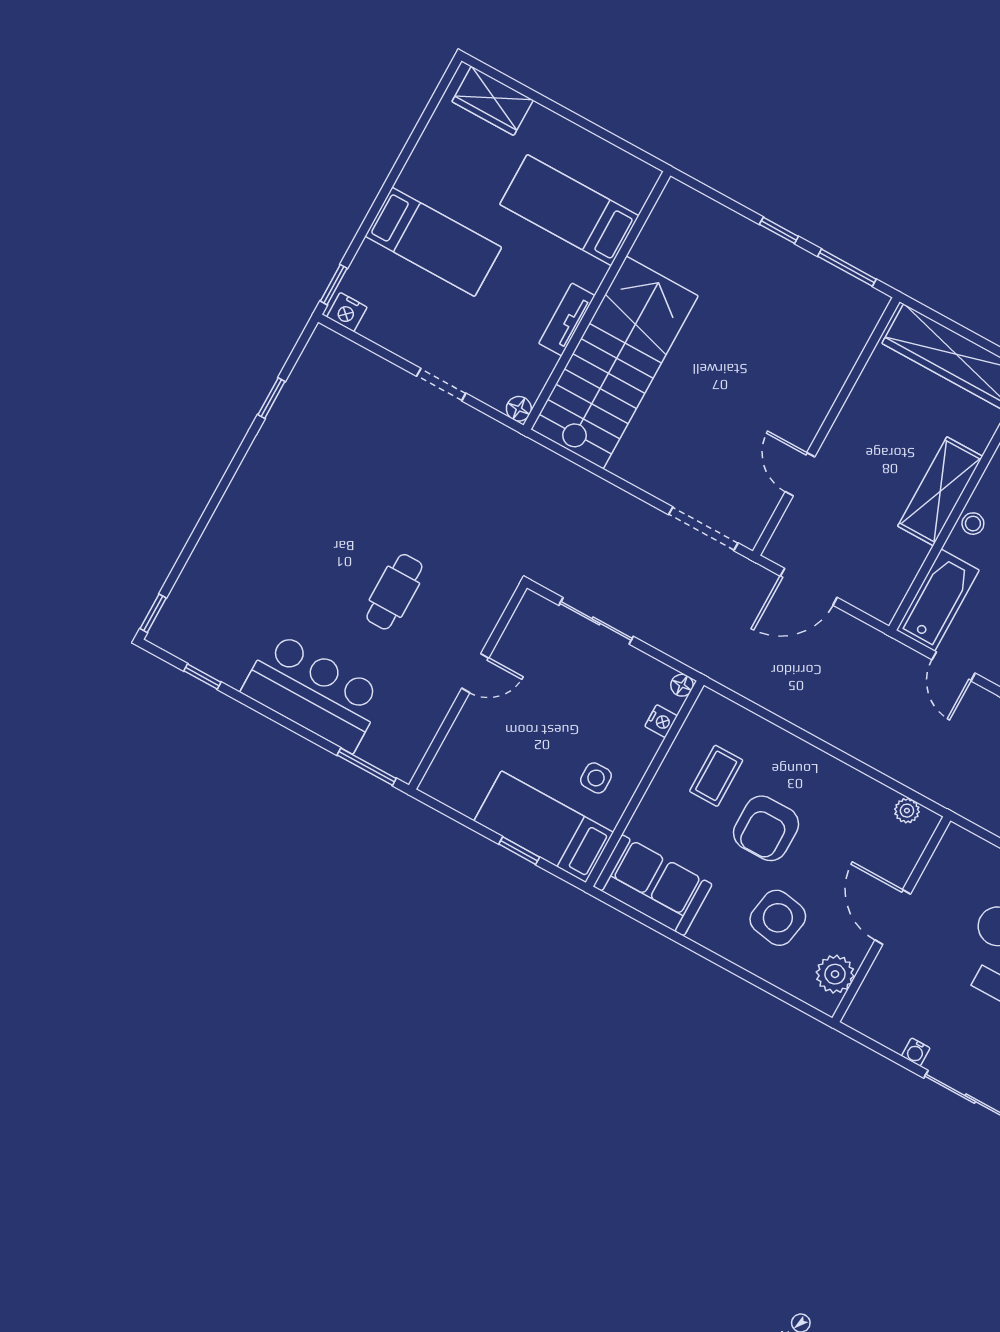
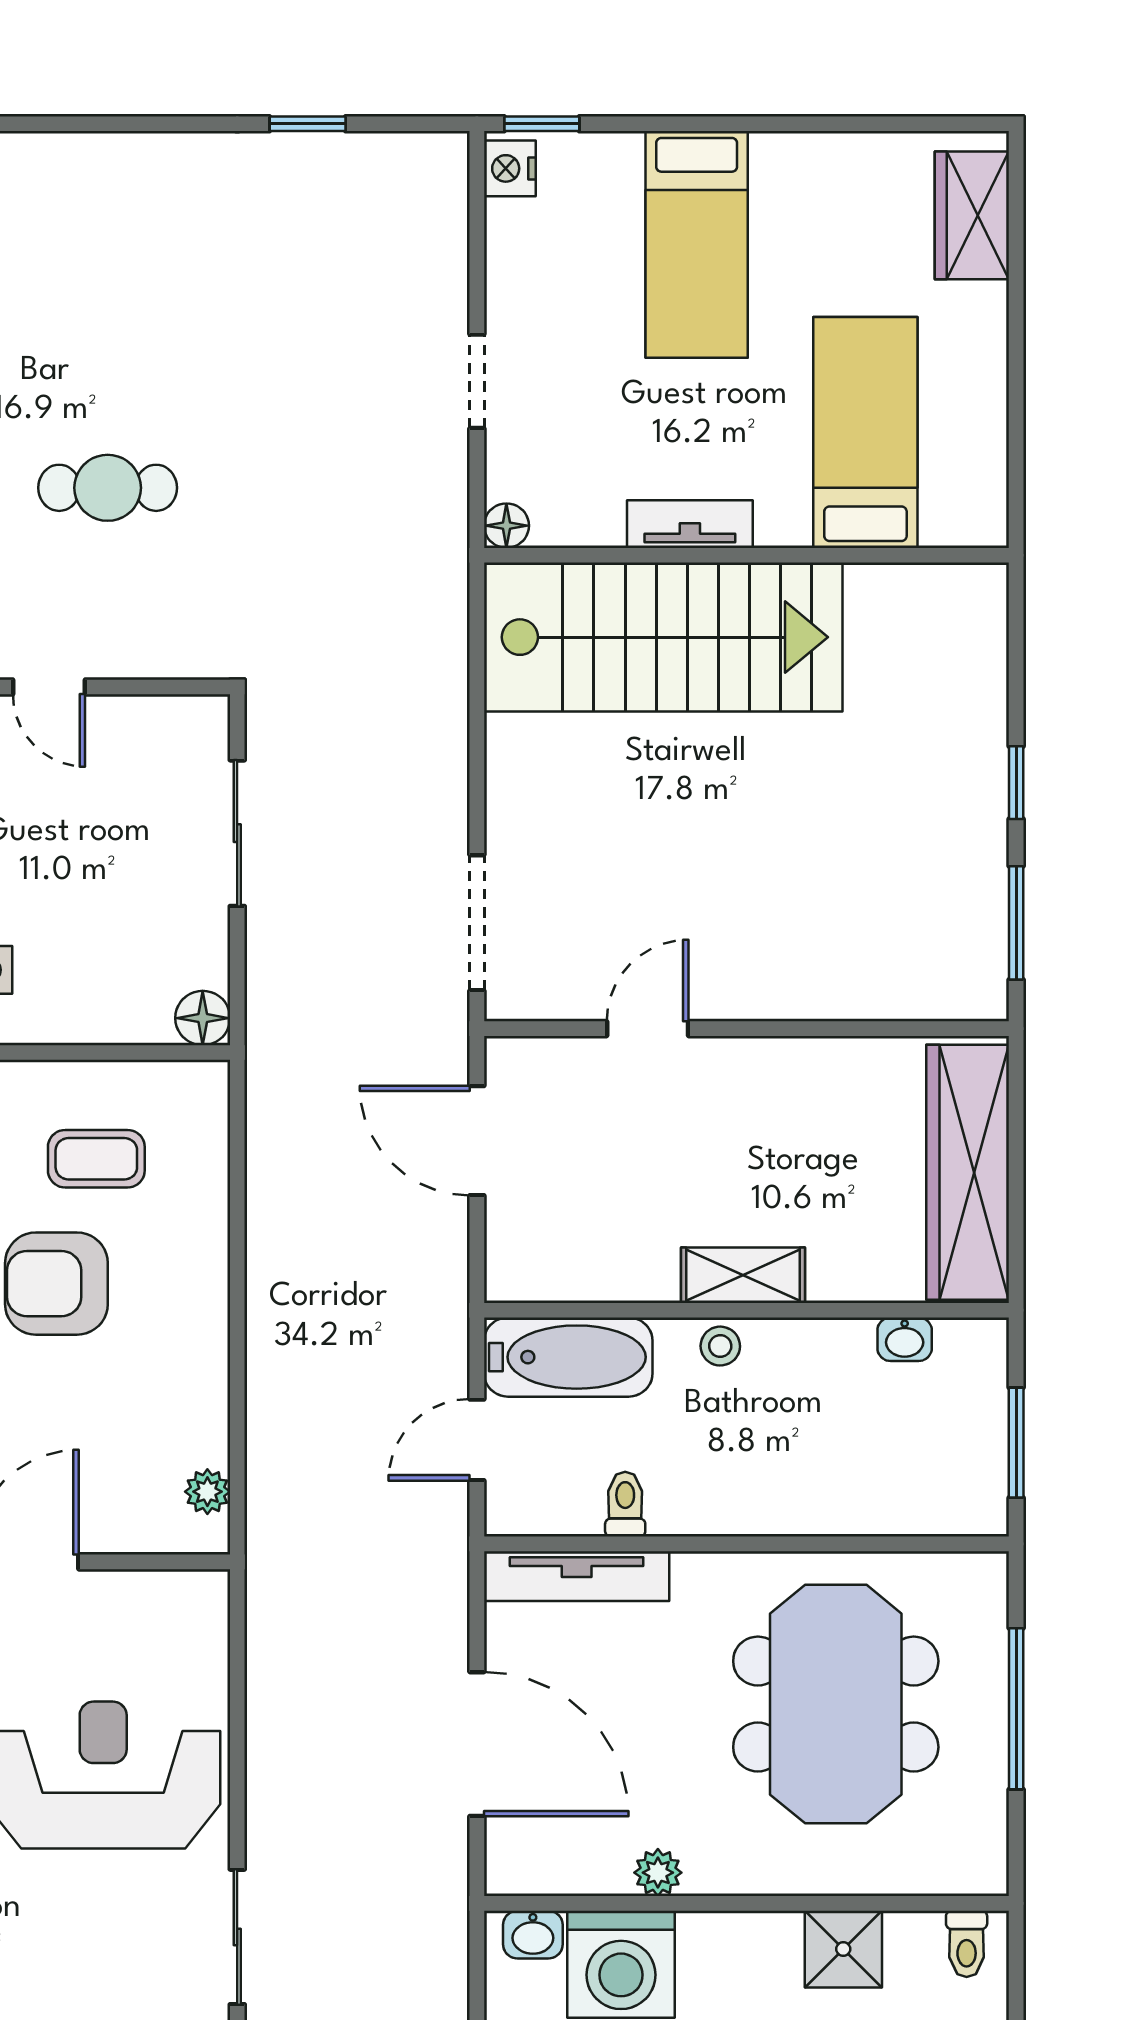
shelving: (940, 491) -> (743, 1275), width x0.67, depth x0.75
floor lamp: (682, 685) -> (203, 1018), width x1.37, depth x1.37
nightstand: (661, 721) -> (135, 1024), removed

